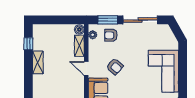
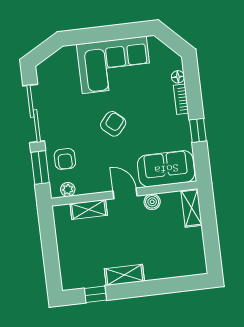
boiler: (79, 30) -> (152, 202), moved
armchair: (115, 66) -> (113, 124), moved
door: (86, 69) -> (125, 193), swing flipped

